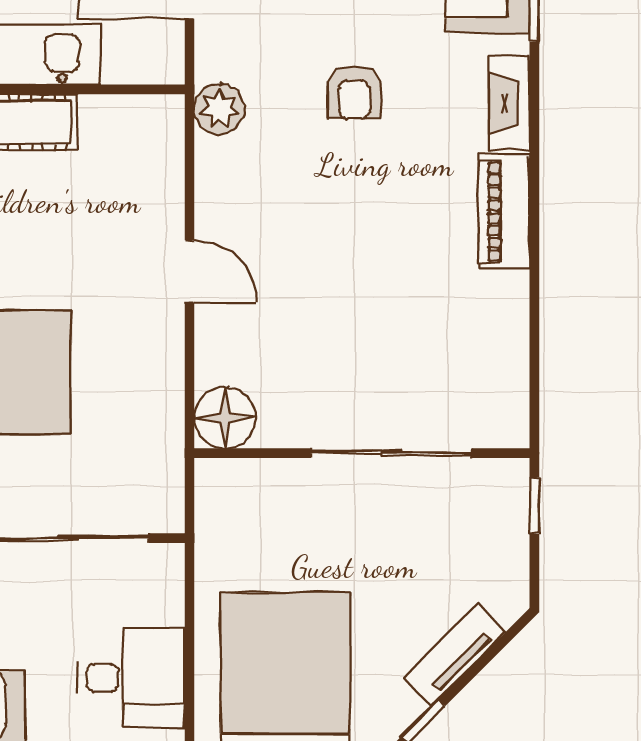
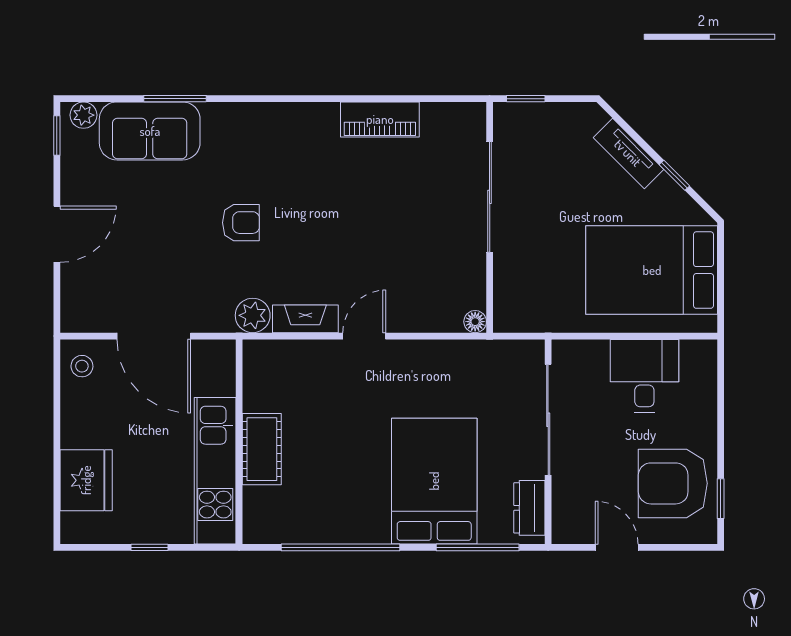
fireplace: (509, 103) -> (305, 319), moved, turned 180
piano: (504, 212) -> (380, 119), moved
floor lamp: (225, 418) -> (475, 322), width x0.53, depth x0.53

